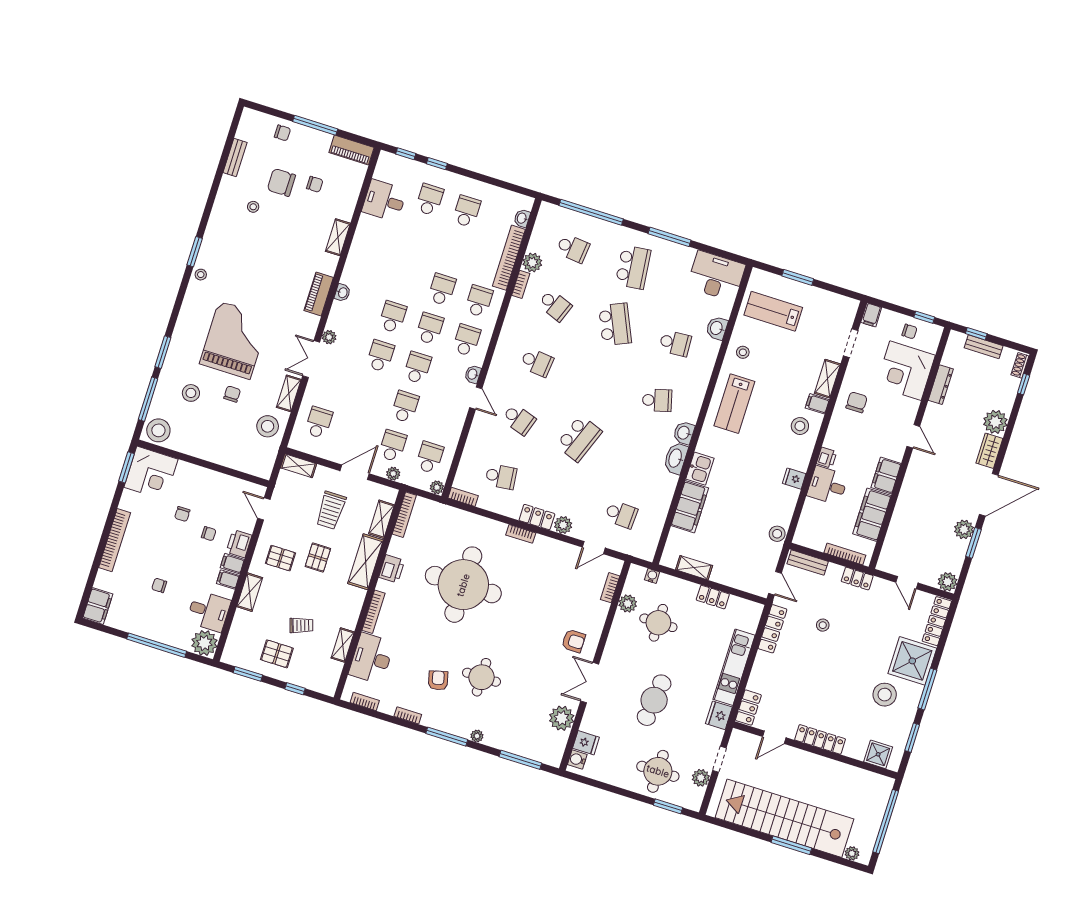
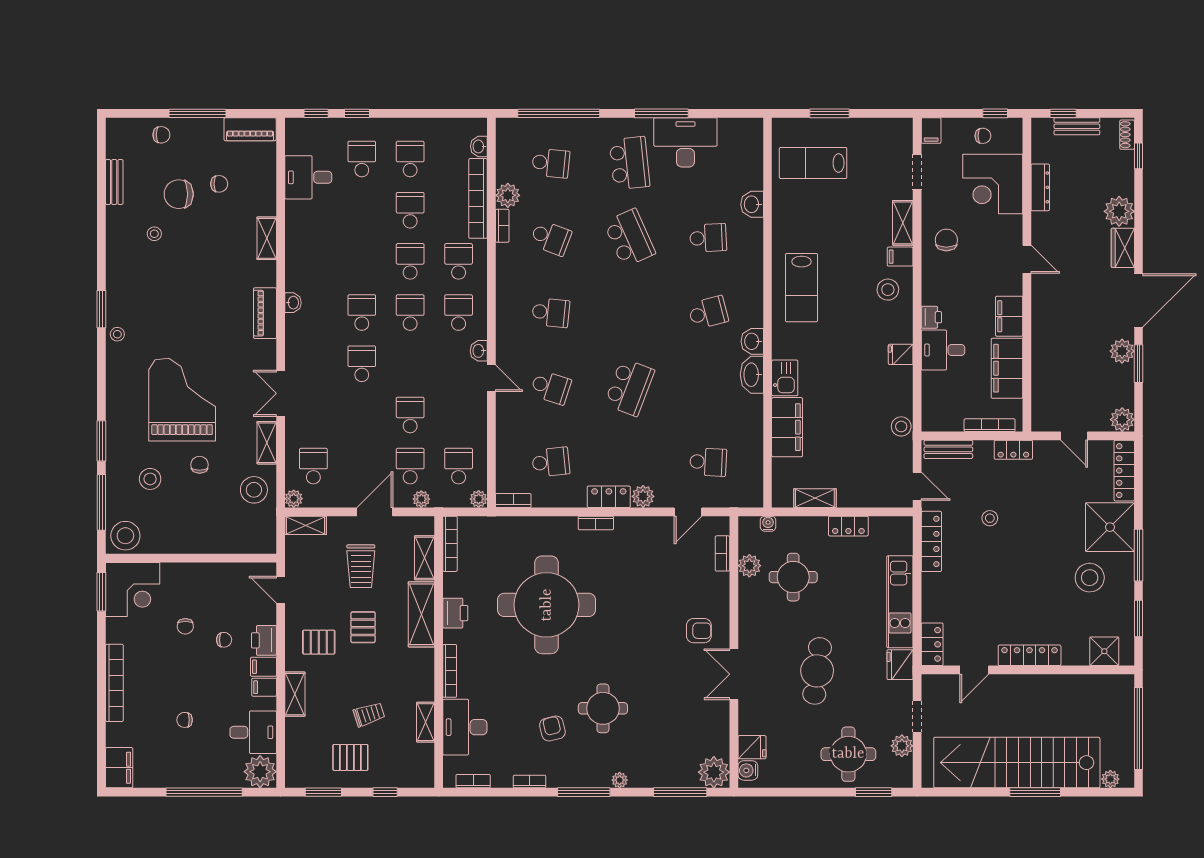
desk: (716, 276) -> (685, 142), moved
plant: (329, 337) -> (294, 499), moved
stool: (743, 352) -> (792, 223), removed
school desk: (417, 368) -> (410, 210), moved
plant: (562, 718) -> (714, 772), moved

